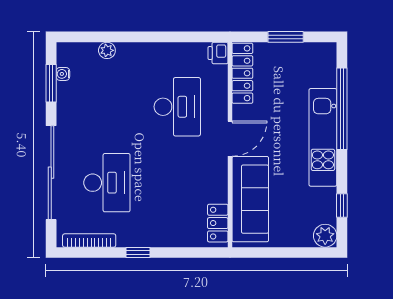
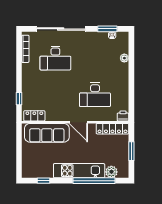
plant: (325, 236) -> (111, 172), moved
window: (138, 252) -> (19, 99), moved

